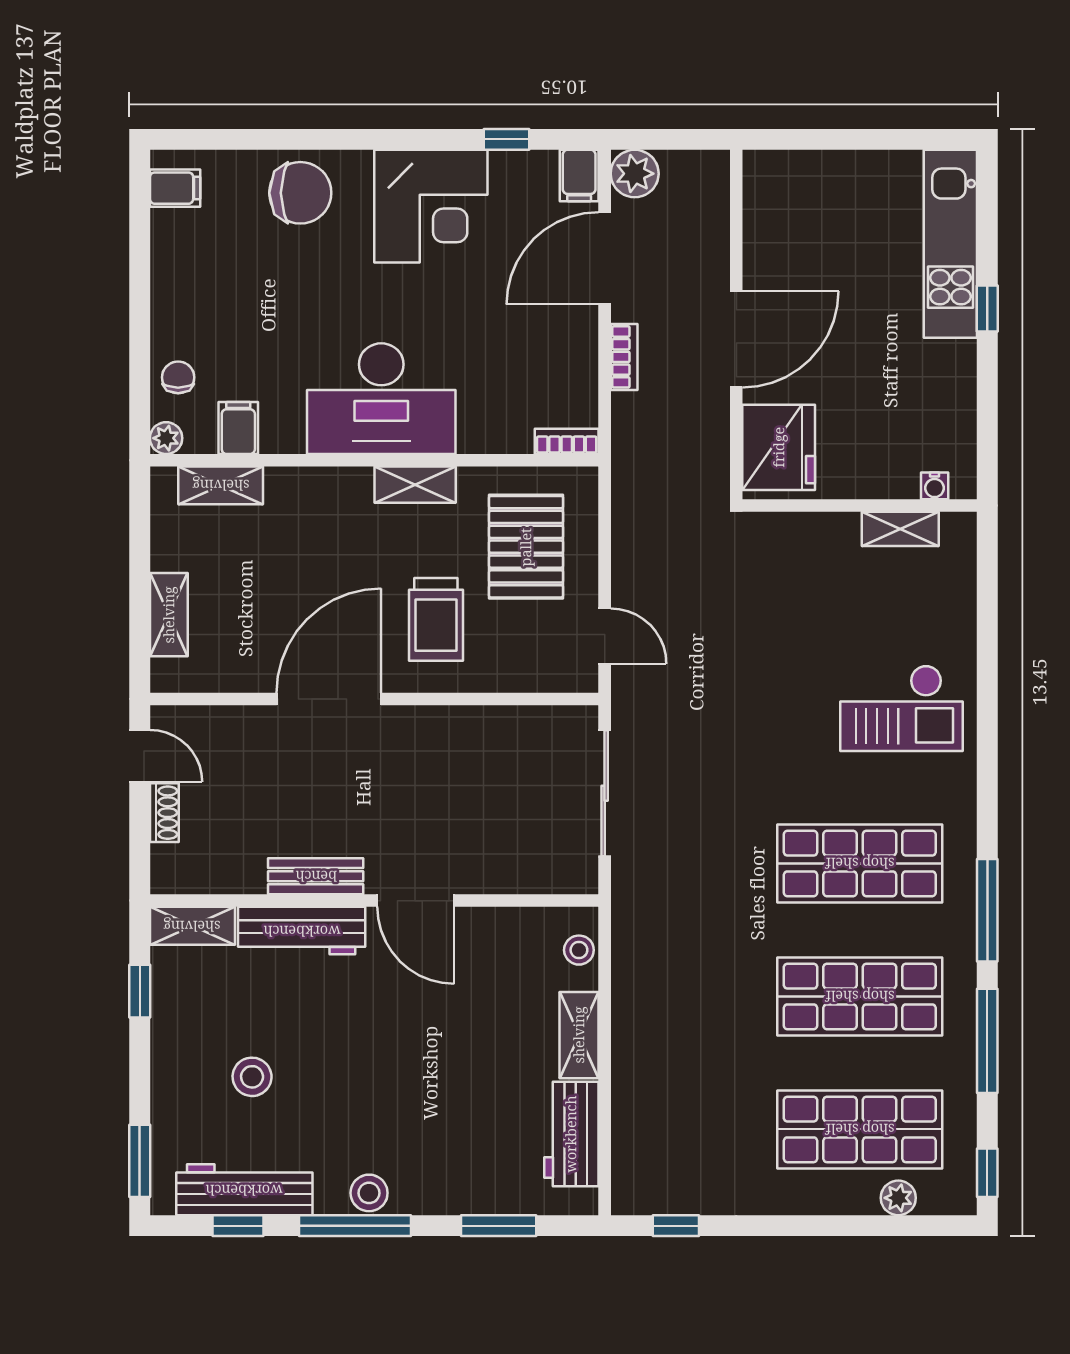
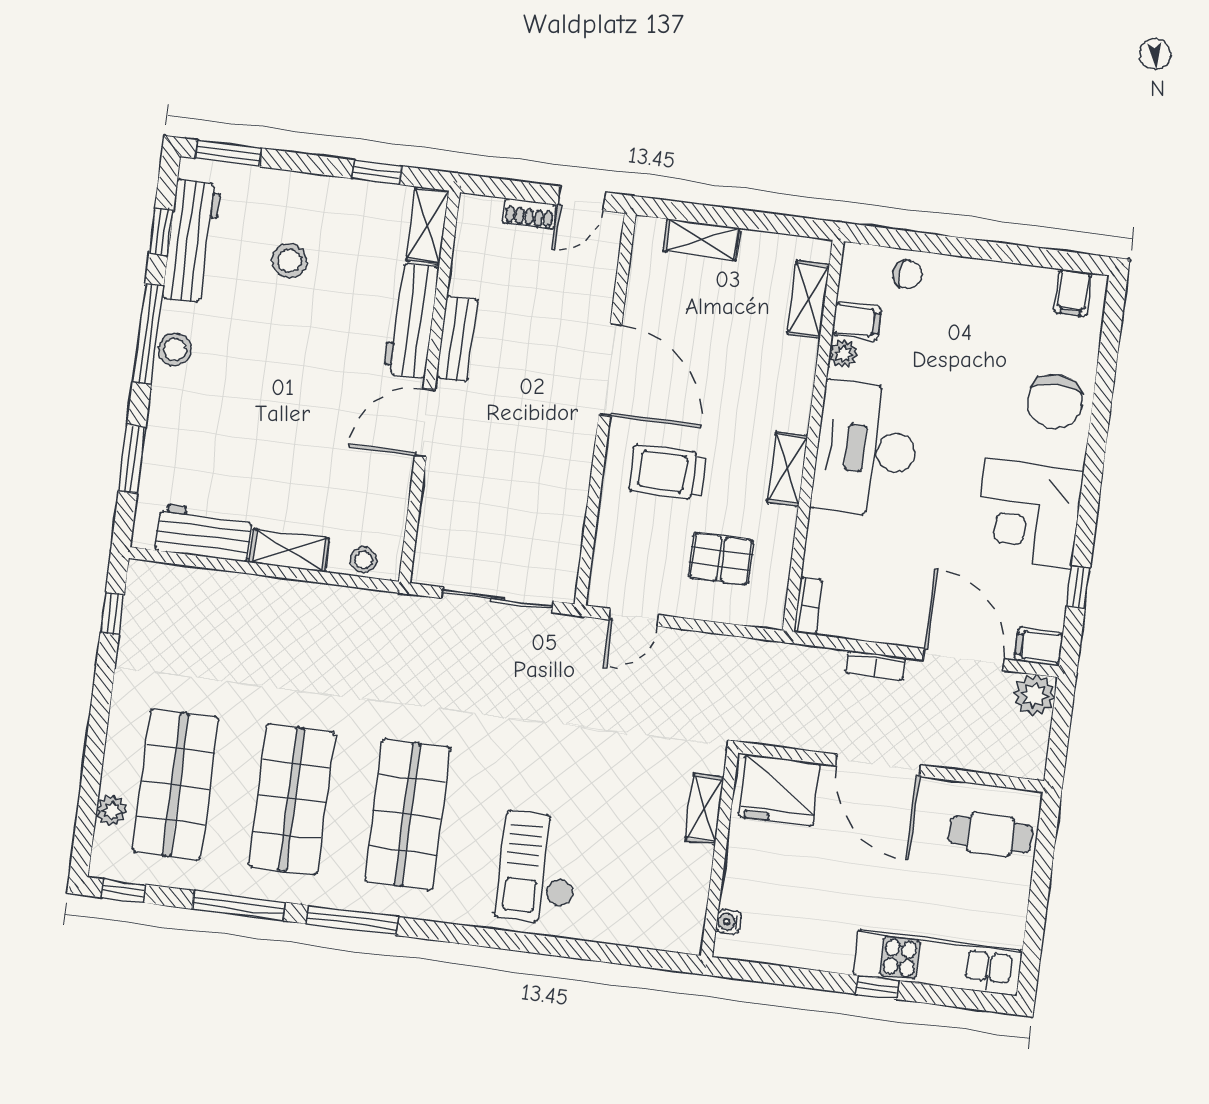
cafe table: (798, 203) -> (990, 834), added
plant: (166, 438) -> (843, 354), moved
shelving: (900, 529) -> (705, 809), moved
pallet: (526, 547) -> (721, 559), width x0.67, depth x0.71

